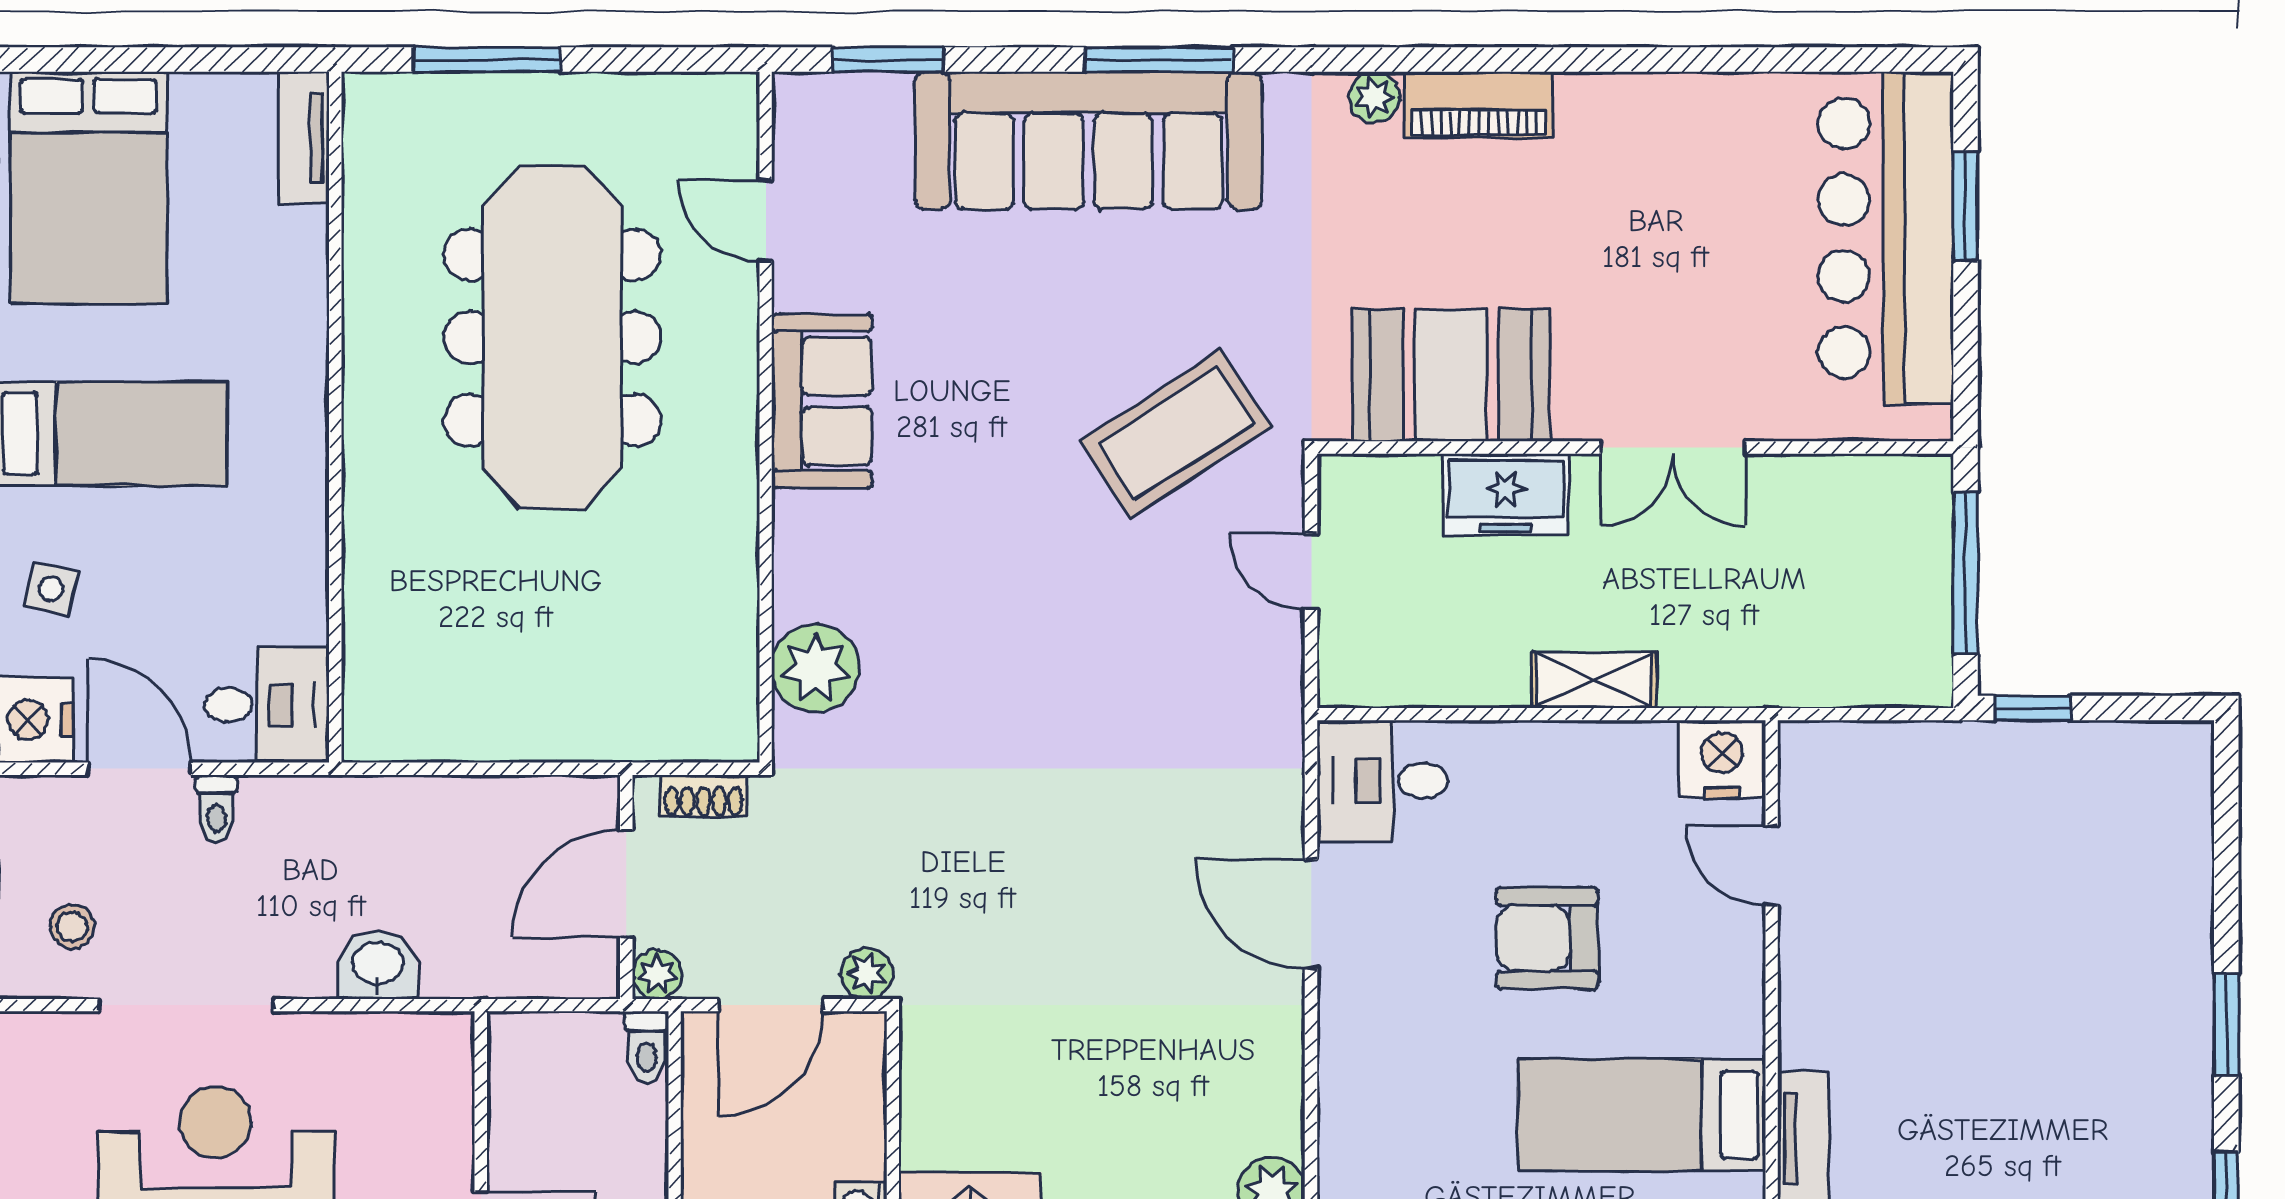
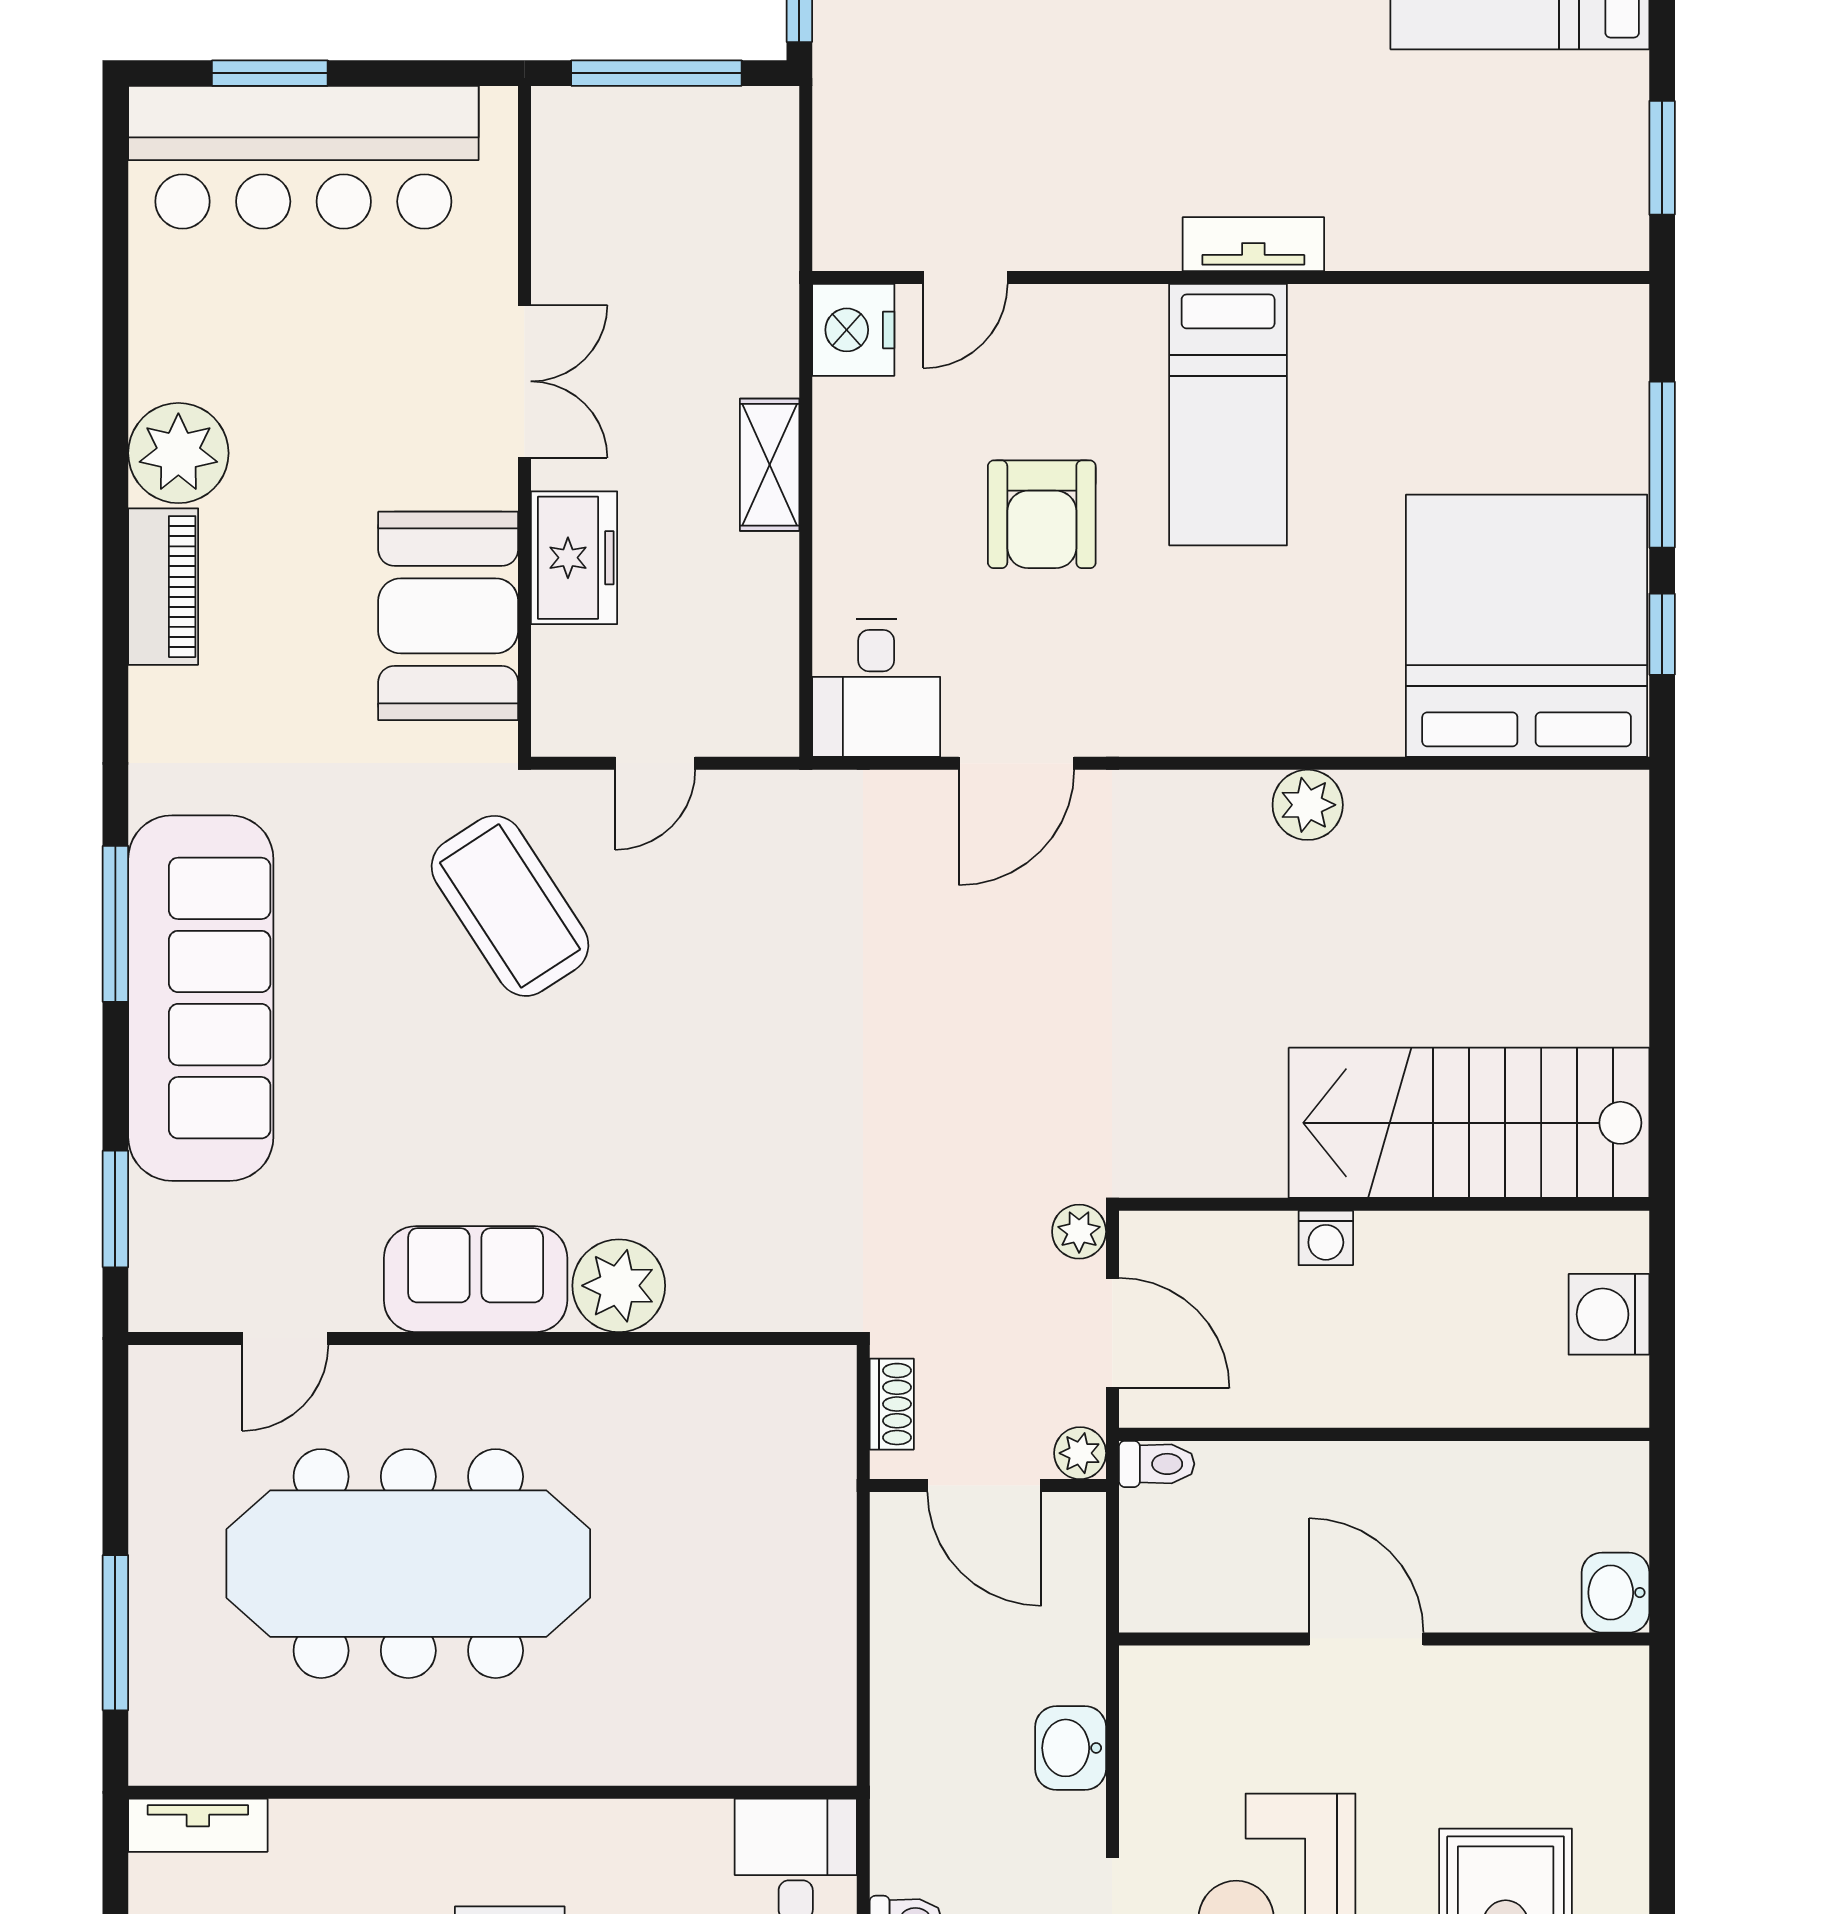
plant: (1374, 97) -> (178, 453), moved, width x1.87, depth x1.87
plant: (816, 668) -> (619, 1286), moved

